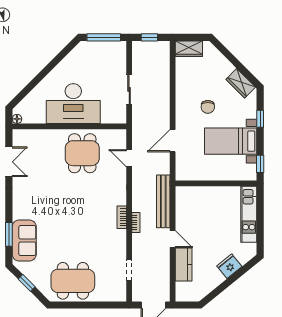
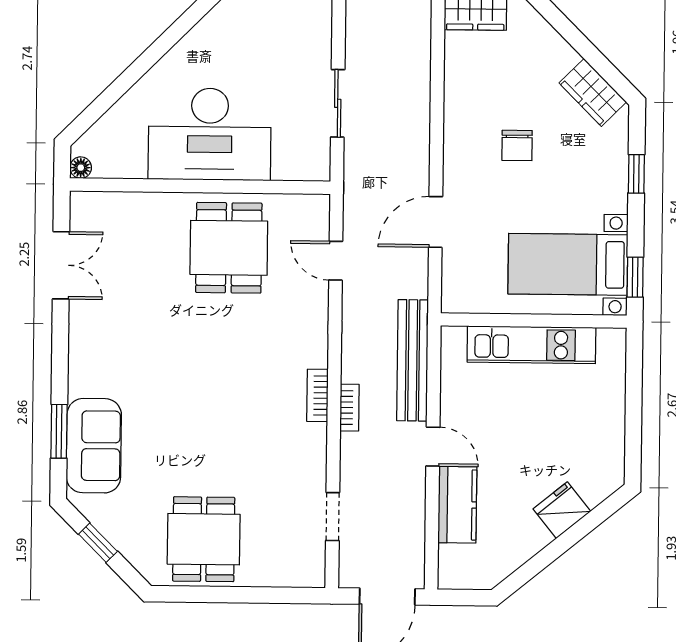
bed with nightstands: (231, 141) -> (568, 264), moved
kitchen unit: (249, 214) -> (531, 345), moved, turned -90
dining table: (73, 281) -> (204, 539), width x0.73

